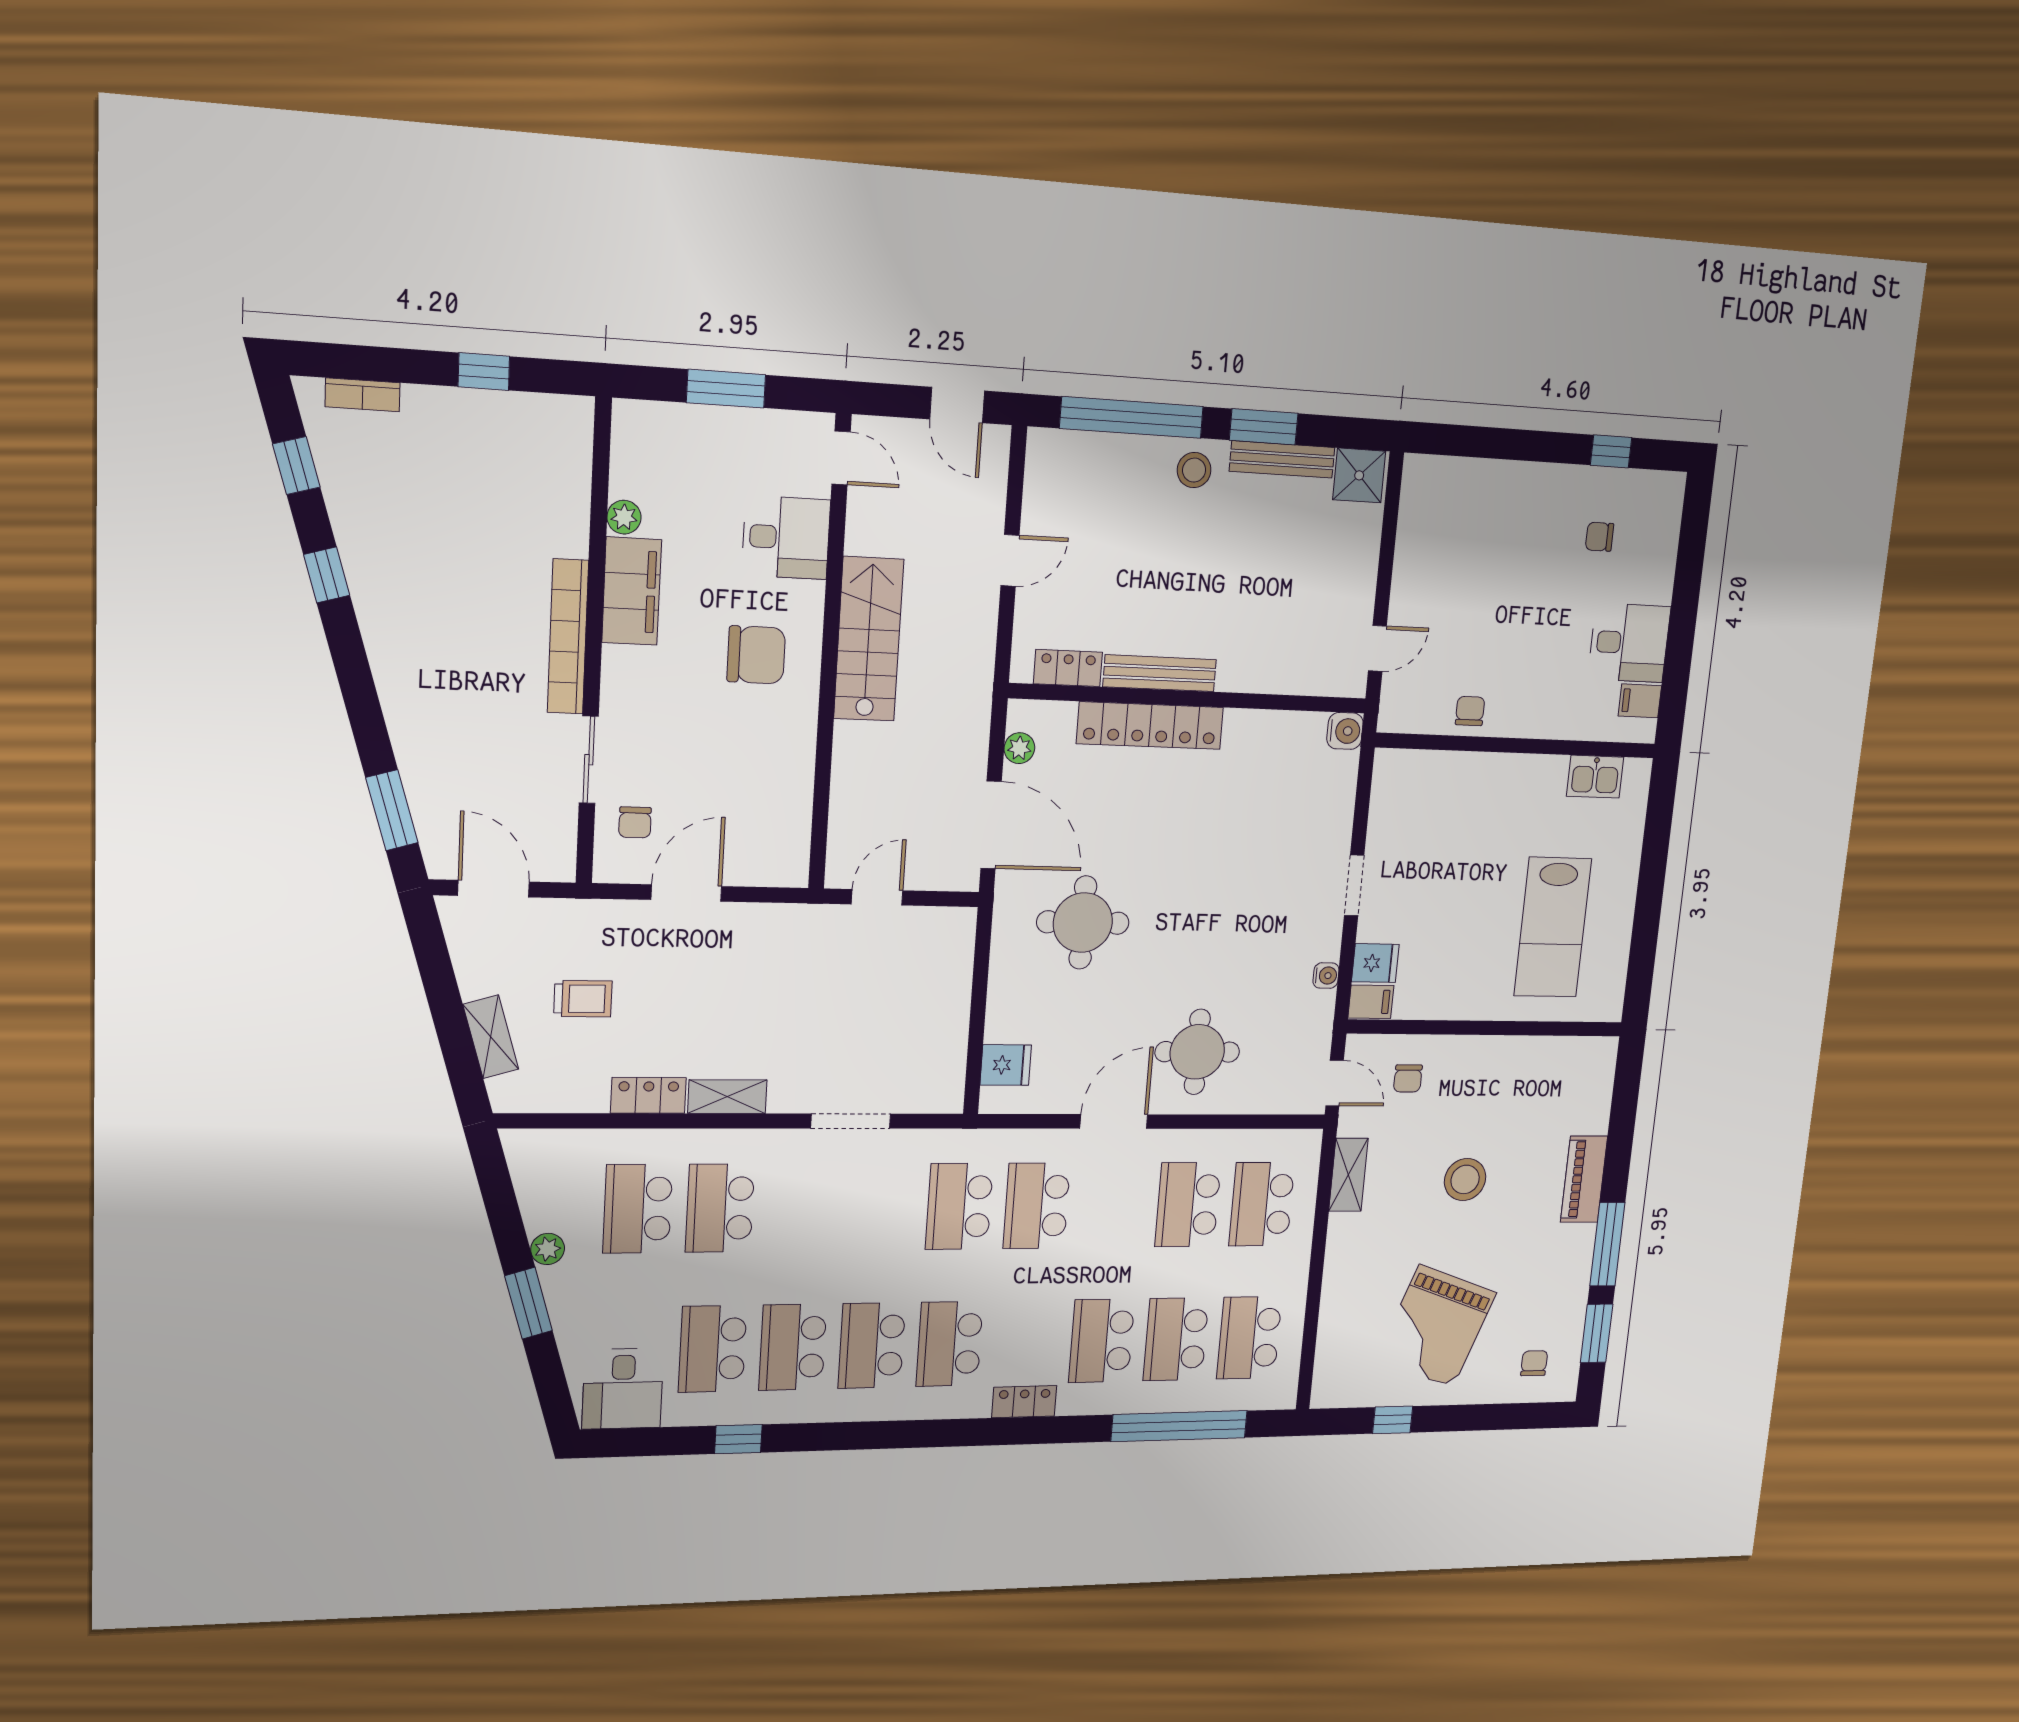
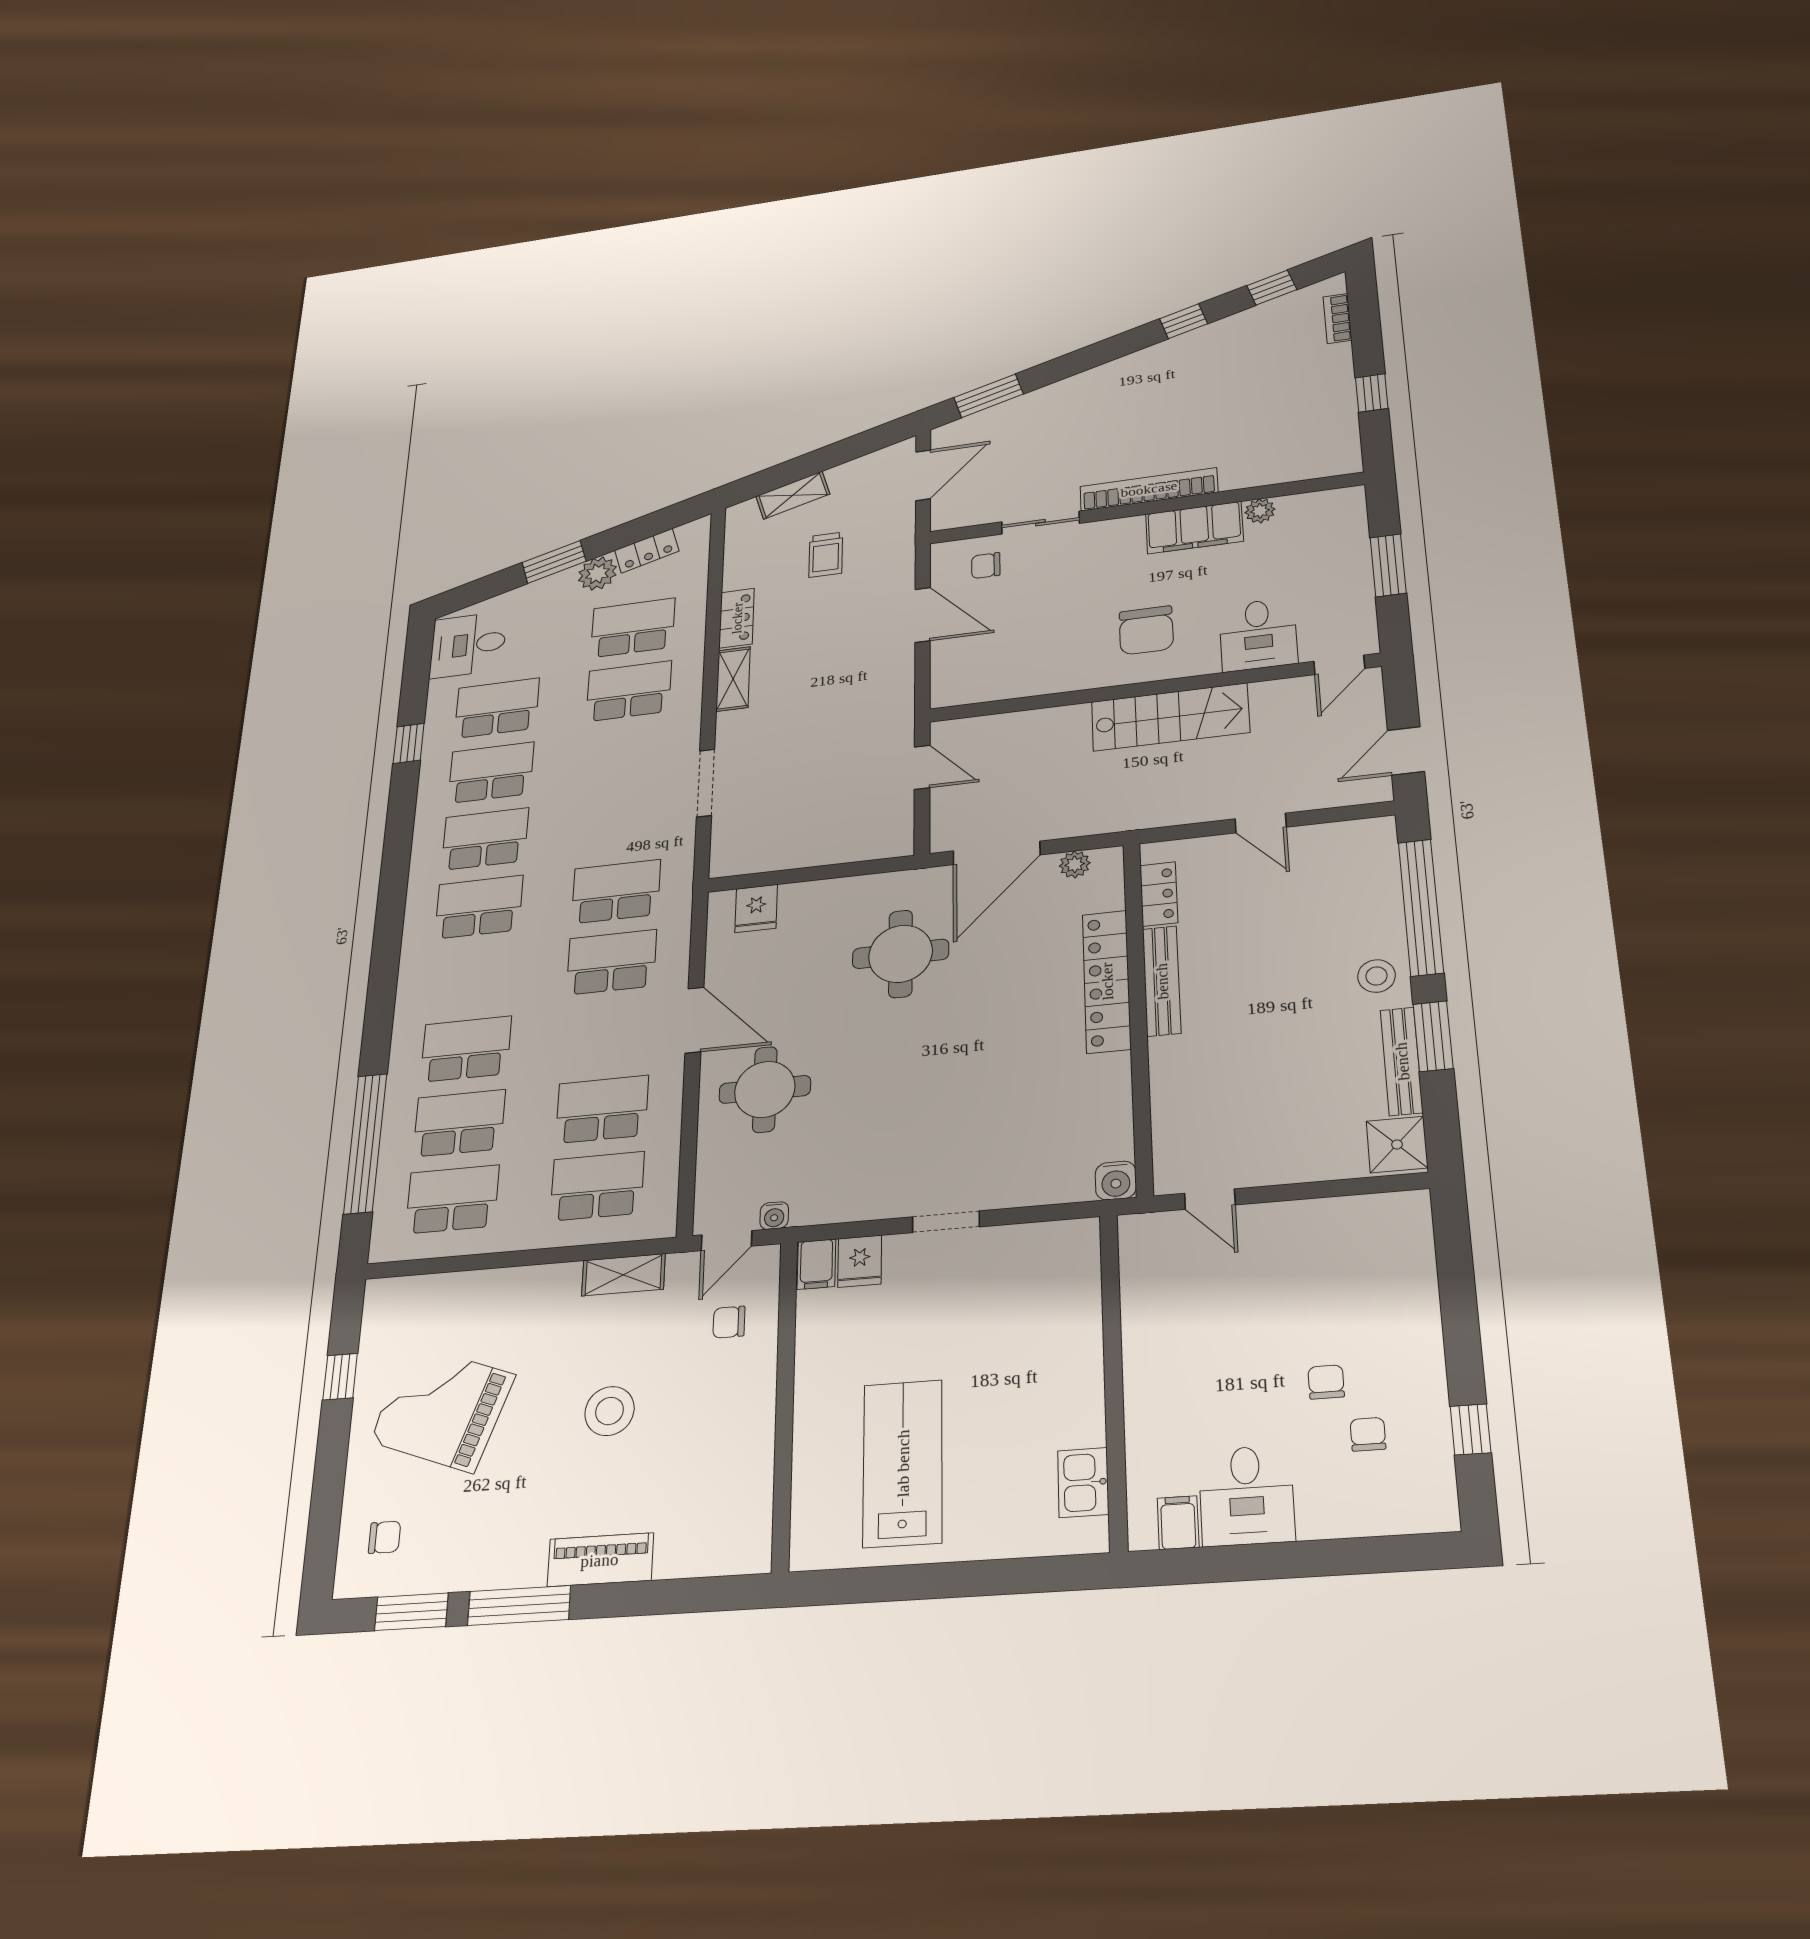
chair: (1470, 711) -> (1326, 1382), moved, turned -90
lab bench: (1553, 927) -> (903, 1463), turned 90
water cooler: (1326, 976) -> (774, 1216), moved
plant: (548, 1249) -> (597, 574), width x1.38, depth x1.38
locker: (1024, 1402) -> (647, 551), moved, turned 74

